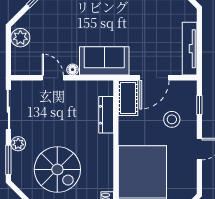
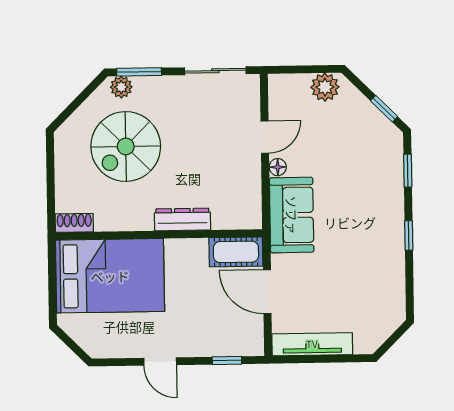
dresser: (106, 115) -> (182, 219), moved
stool: (172, 119) -> (205, 319), removed
plant: (18, 144) -> (121, 87), moved

